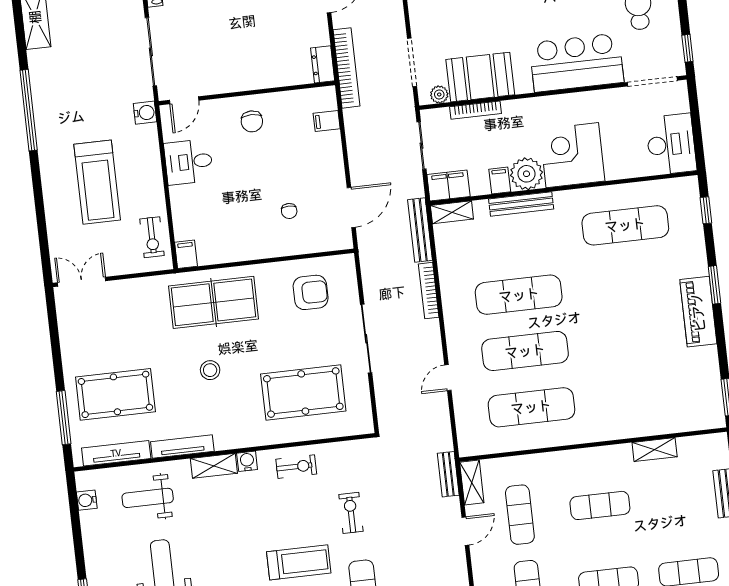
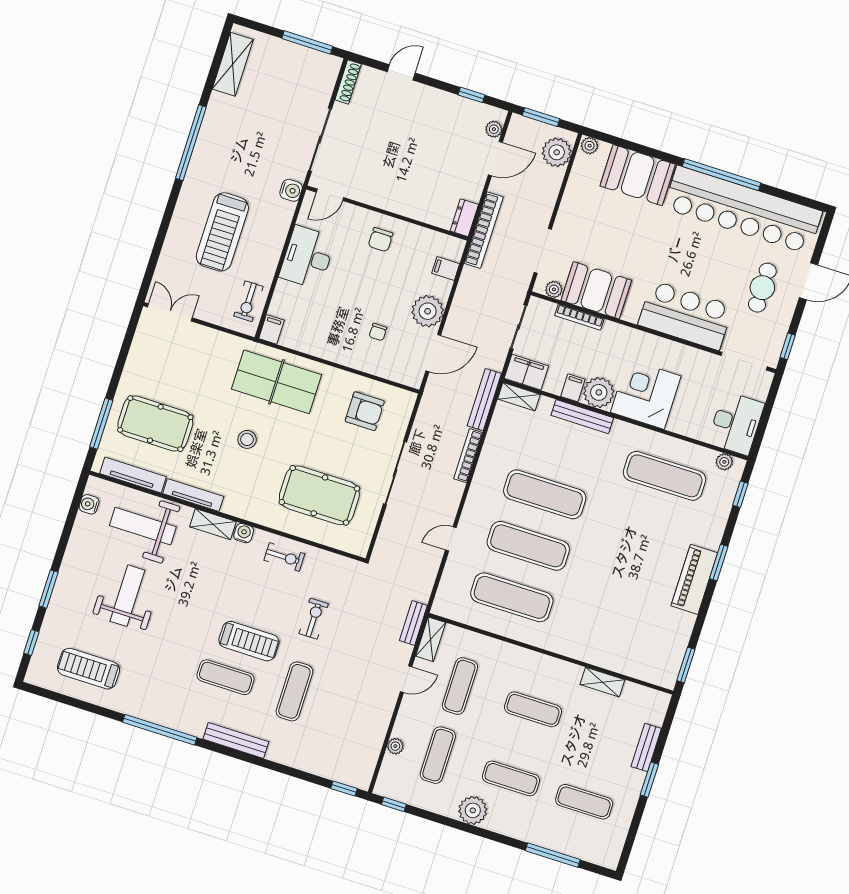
desk: (189, 162) -> (307, 257), width x1.37
plant: (328, 170) -> (428, 311), added
plant: (677, 186) -> (724, 462), added
weight bench: (148, 498) -> (143, 526), width x1.36, depth x1.33

